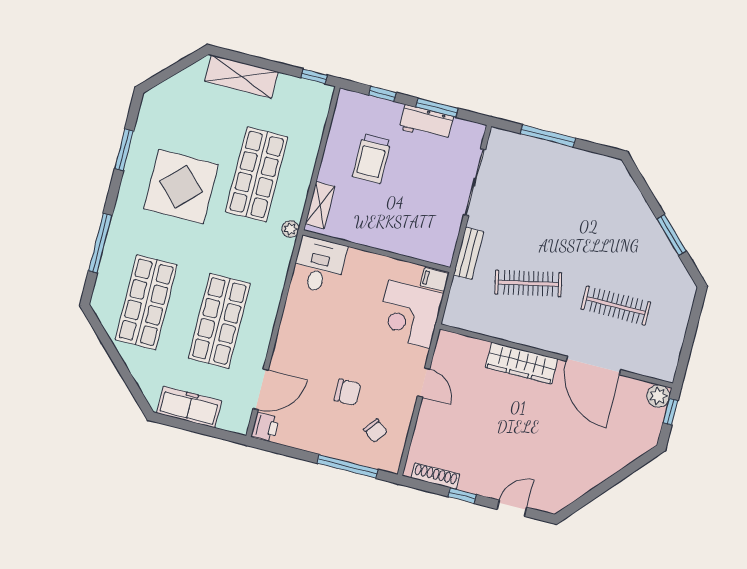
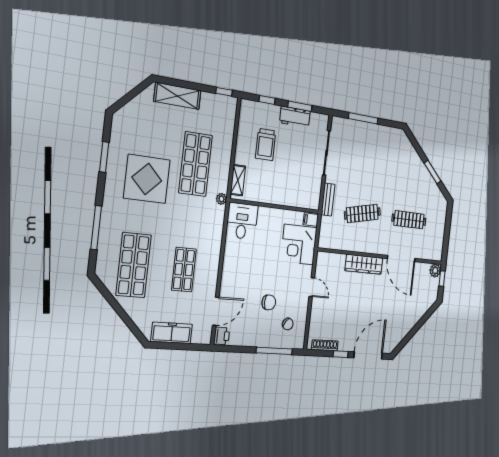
shop shelf: (219, 321) -> (184, 270), width x0.70, depth x0.74
door: (512, 508) -> (368, 355), width x1.88

